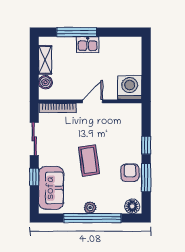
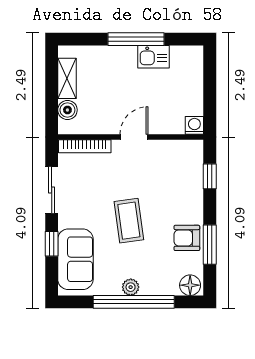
window: (77, 32) -> (136, 39), moved
kitchen sink: (88, 45) -> (153, 57), moved
washing machine: (130, 88) -> (194, 125), width x0.53, depth x0.53
window: (146, 145) -> (210, 176), moved
armchair: (130, 173) -> (187, 238), turned -90

